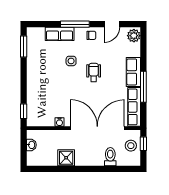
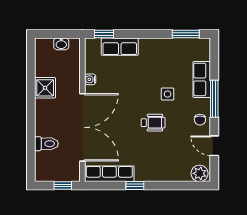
row of seats: (133, 72) -> (120, 47), moved, turned 180
window: (143, 87) -> (135, 186), width x0.46
stool: (131, 146) -> (60, 170), removed

